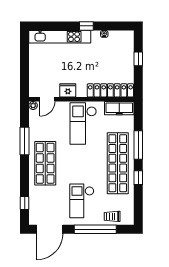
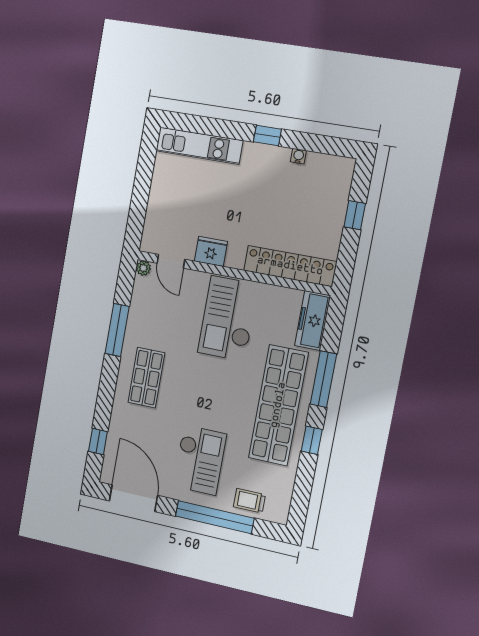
kitchen unit: (60, 37) -> (199, 146), width x0.73
door: (47, 99) -> (171, 261), hinge flipped
freezer: (119, 108) -> (313, 320), moved, turned 90
shop shelf: (45, 163) -> (146, 378), width x0.70, depth x0.74
checkout: (82, 201) -> (200, 460), turned 180
door: (50, 229) -> (133, 498), swing flipped

